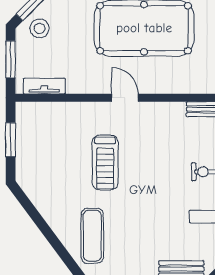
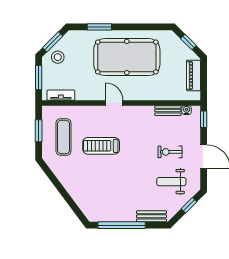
treadmill: (105, 163) -> (101, 146), turned 90
exercise mat: (92, 236) -> (63, 137), moved

